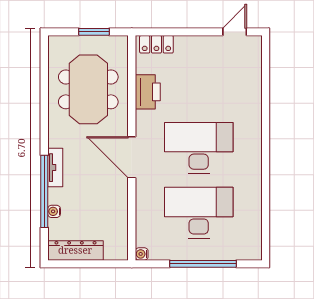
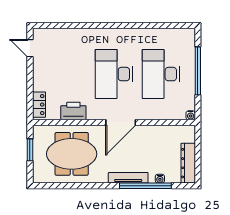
tv unit: (55, 168) -> (128, 178), width x1.41

